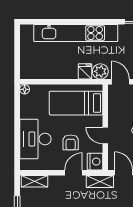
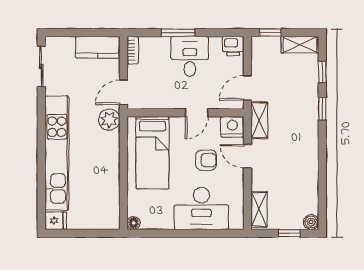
fridge: (85, 71) -> (56, 221), moved, turned 180

